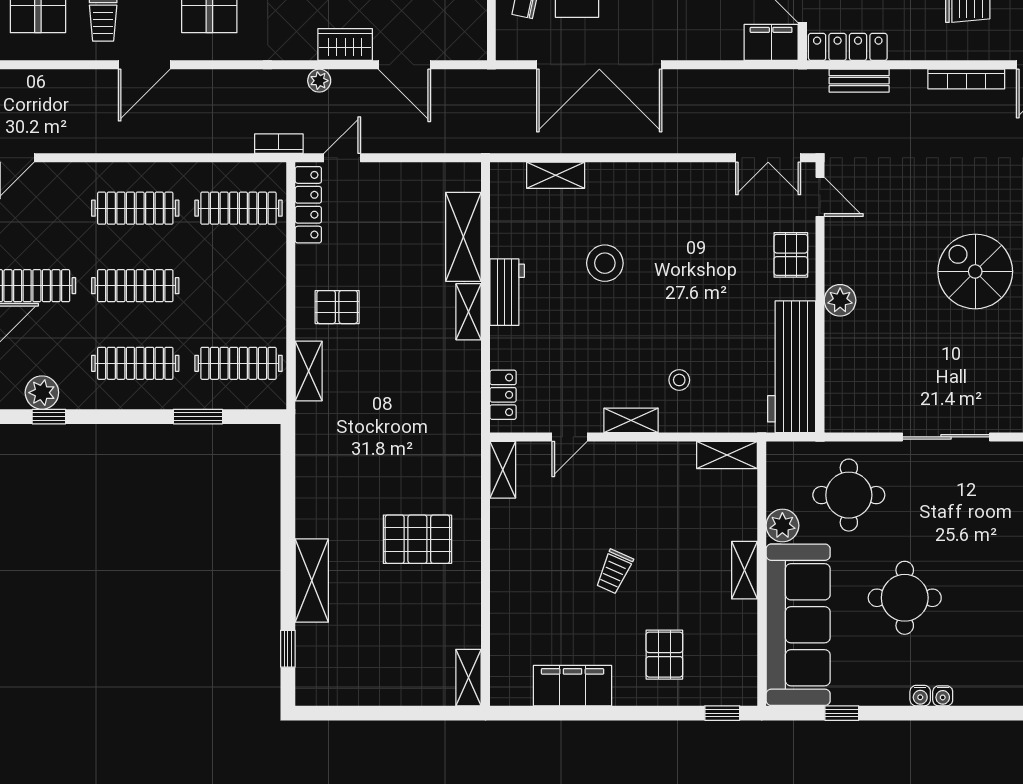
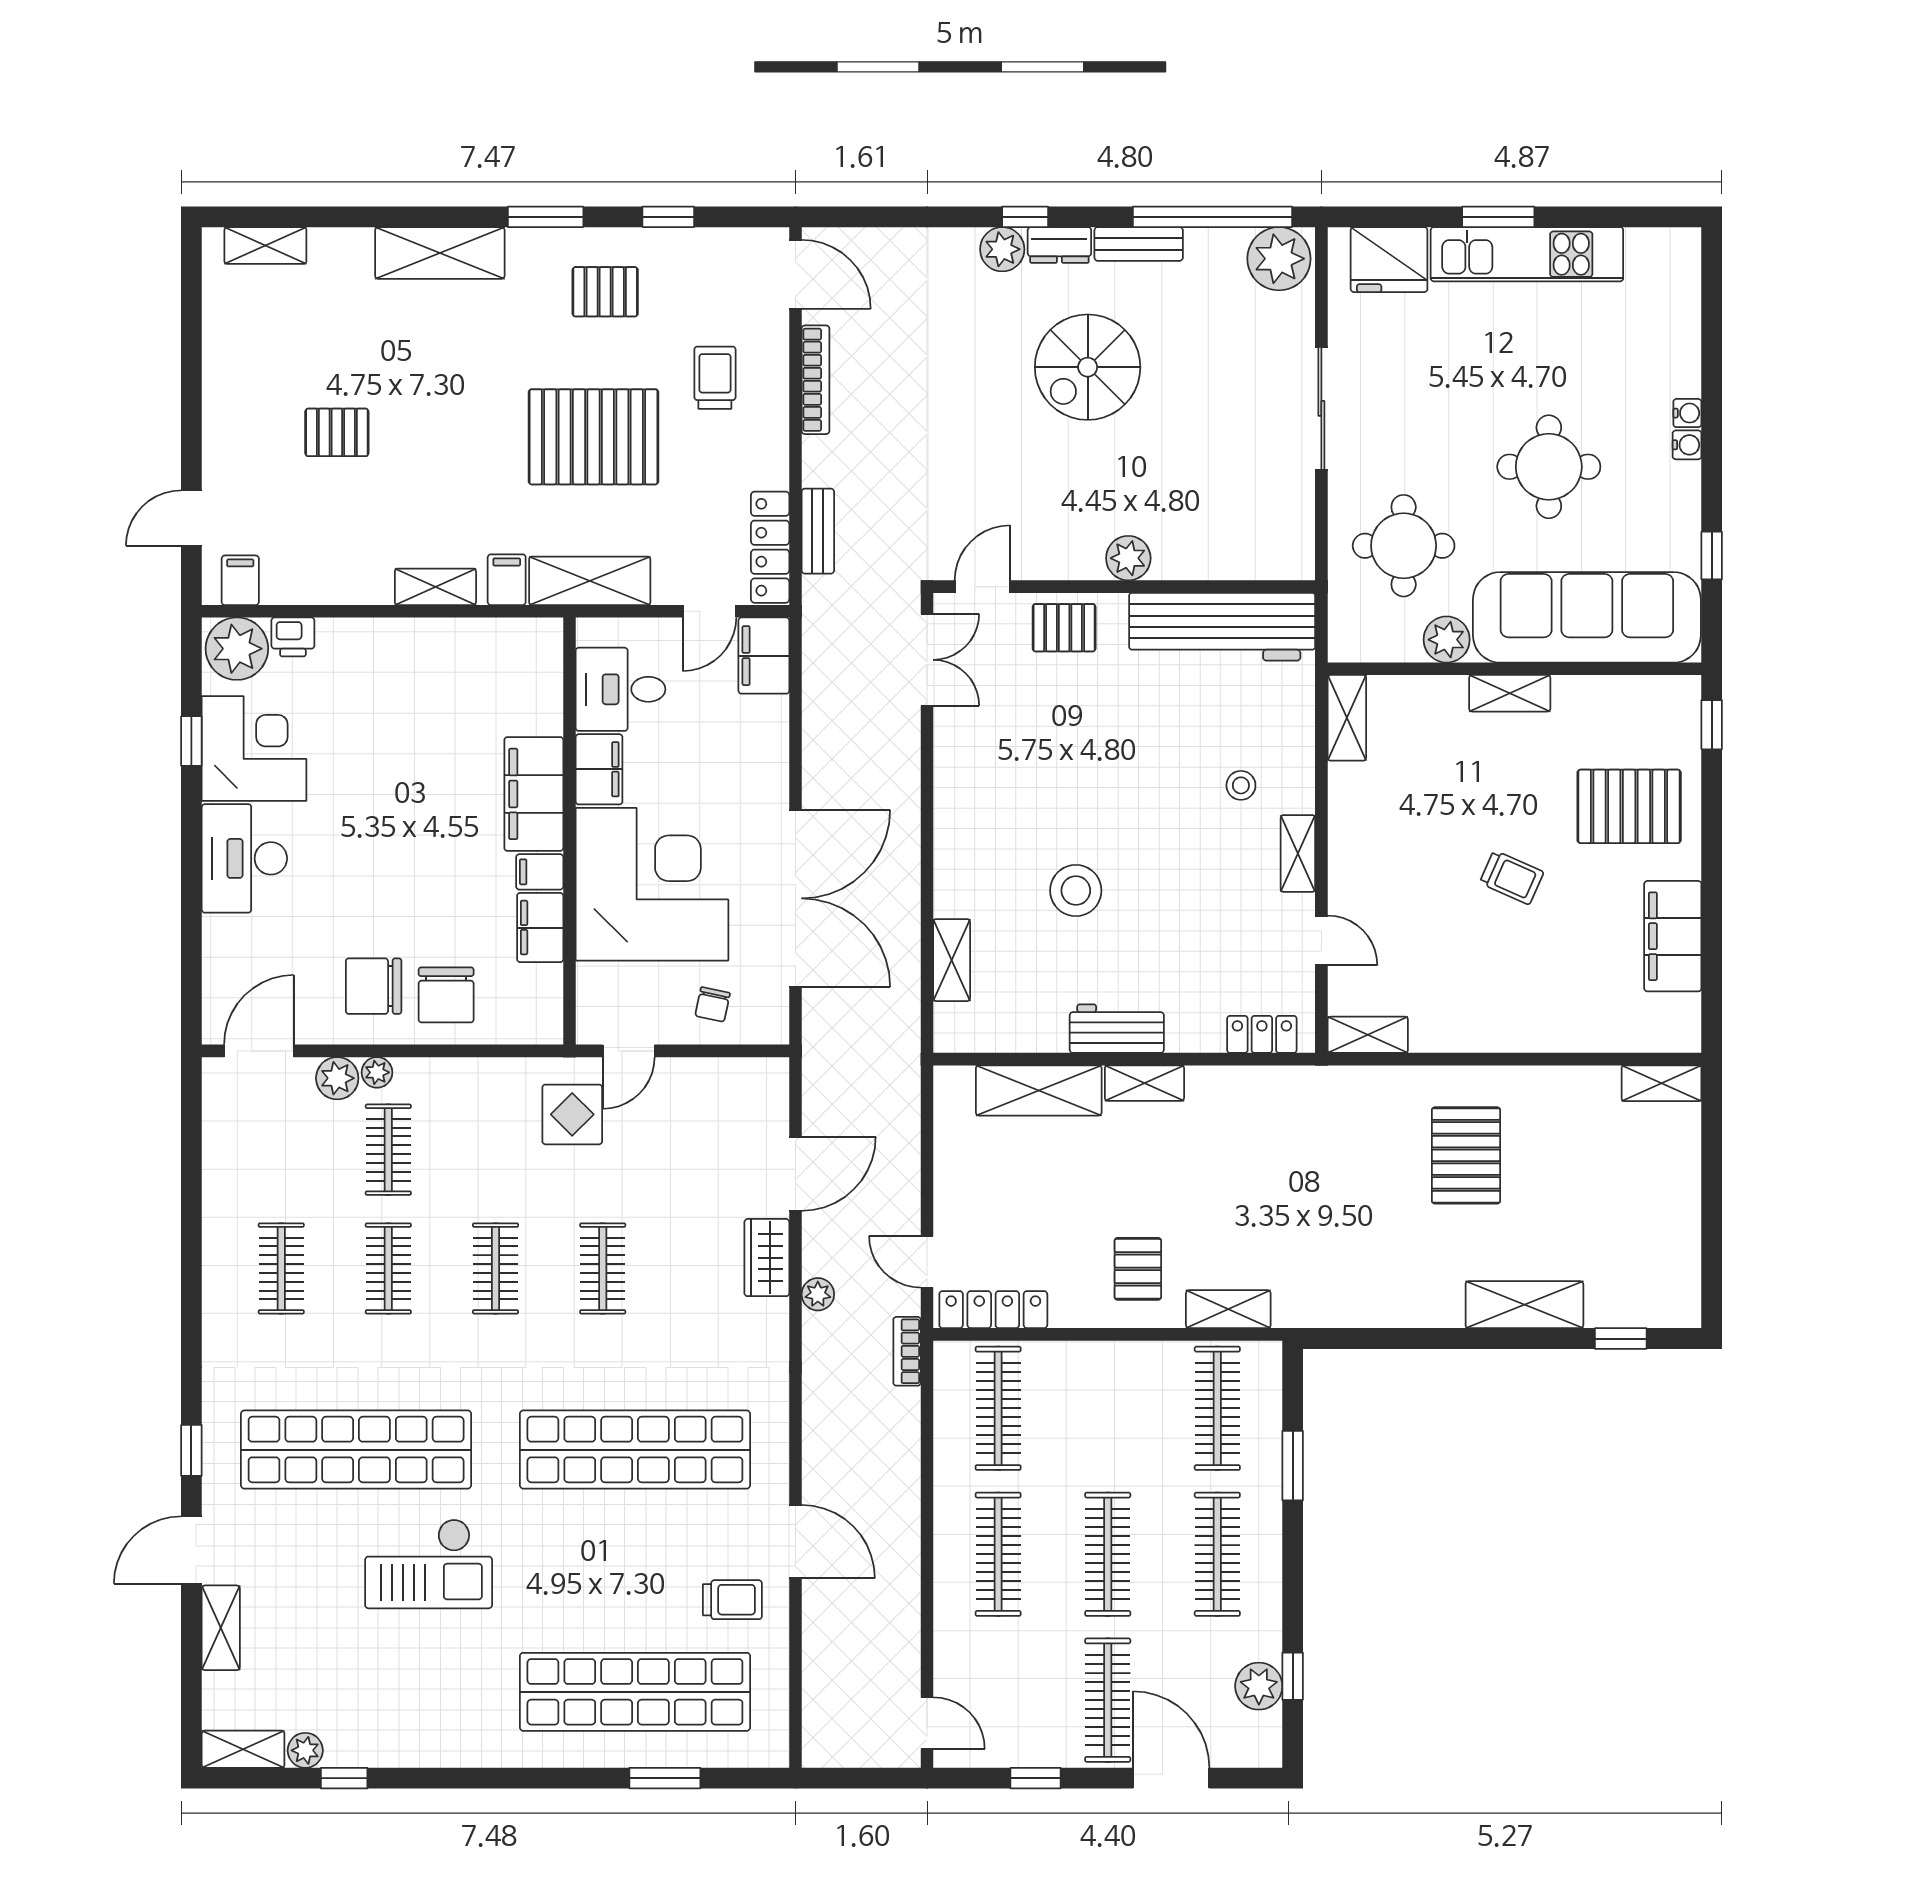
pallet: (664, 655) -> (1629, 806), width x1.50, depth x1.42

